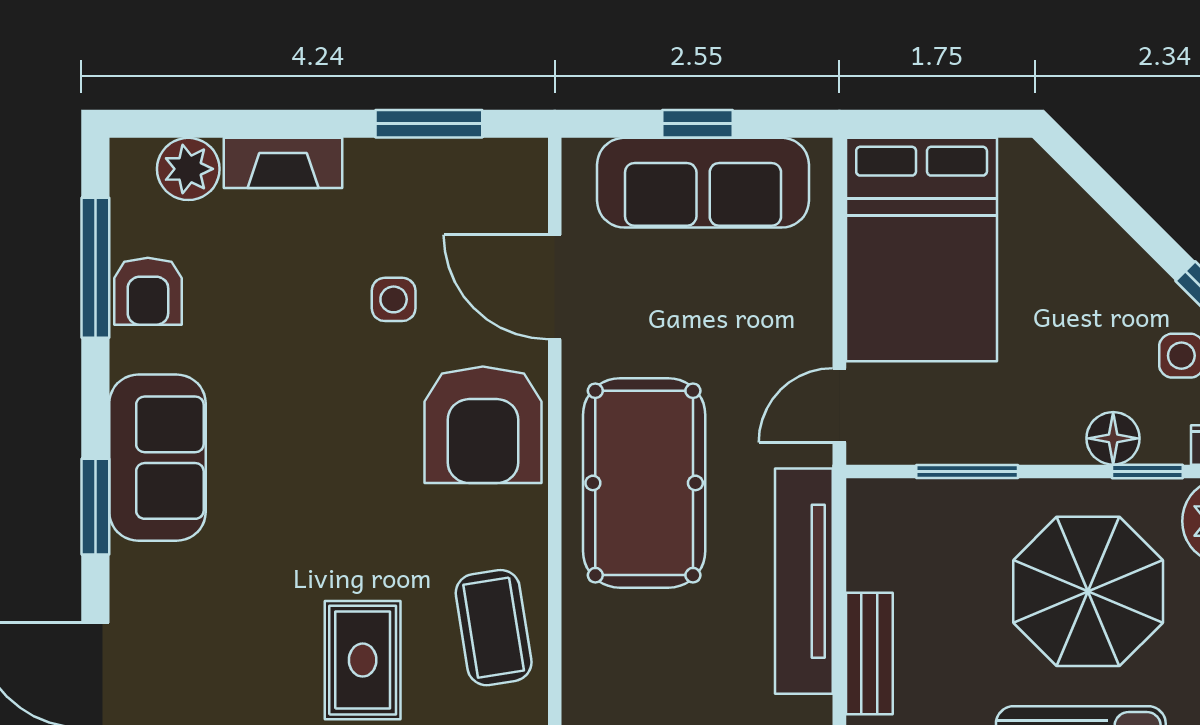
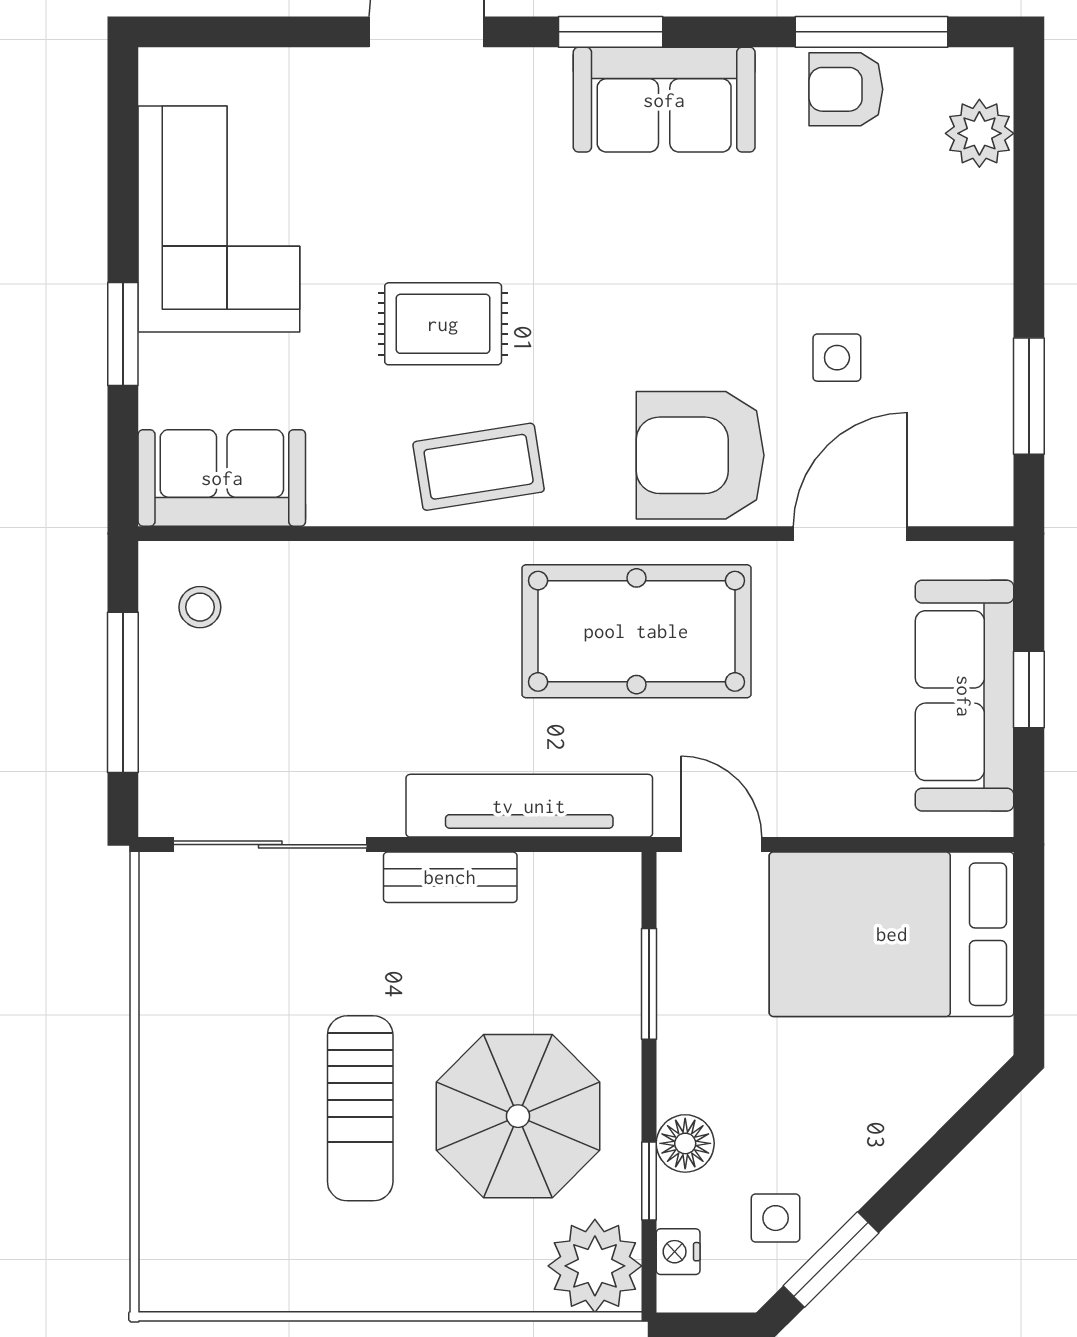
fireplace: (283, 163) -> (986, 237), removed

